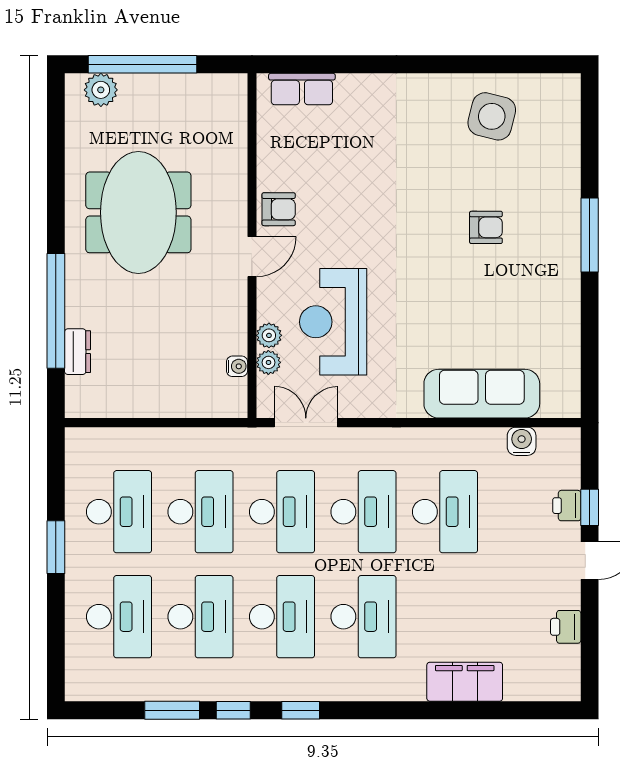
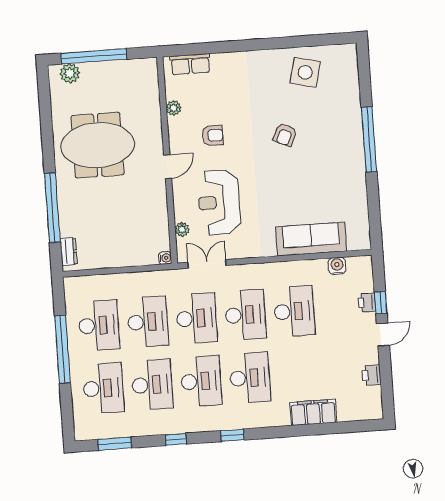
armchair: (279, 209) -> (213, 135), moved
meeting table: (138, 212) -> (98, 145), turned 90
armchair: (486, 227) -> (285, 135), moved, turned 115
window: (590, 235) -> (369, 139), width x1.46
plant: (269, 335) -> (174, 108), moved
dresser: (78, 352) -> (69, 252), moved
water cooler: (237, 366) -> (165, 258), moved
window: (56, 547) -> (63, 349), width x2.11
window: (172, 710) -> (115, 444), moved
window: (301, 710) -> (232, 435), moved

